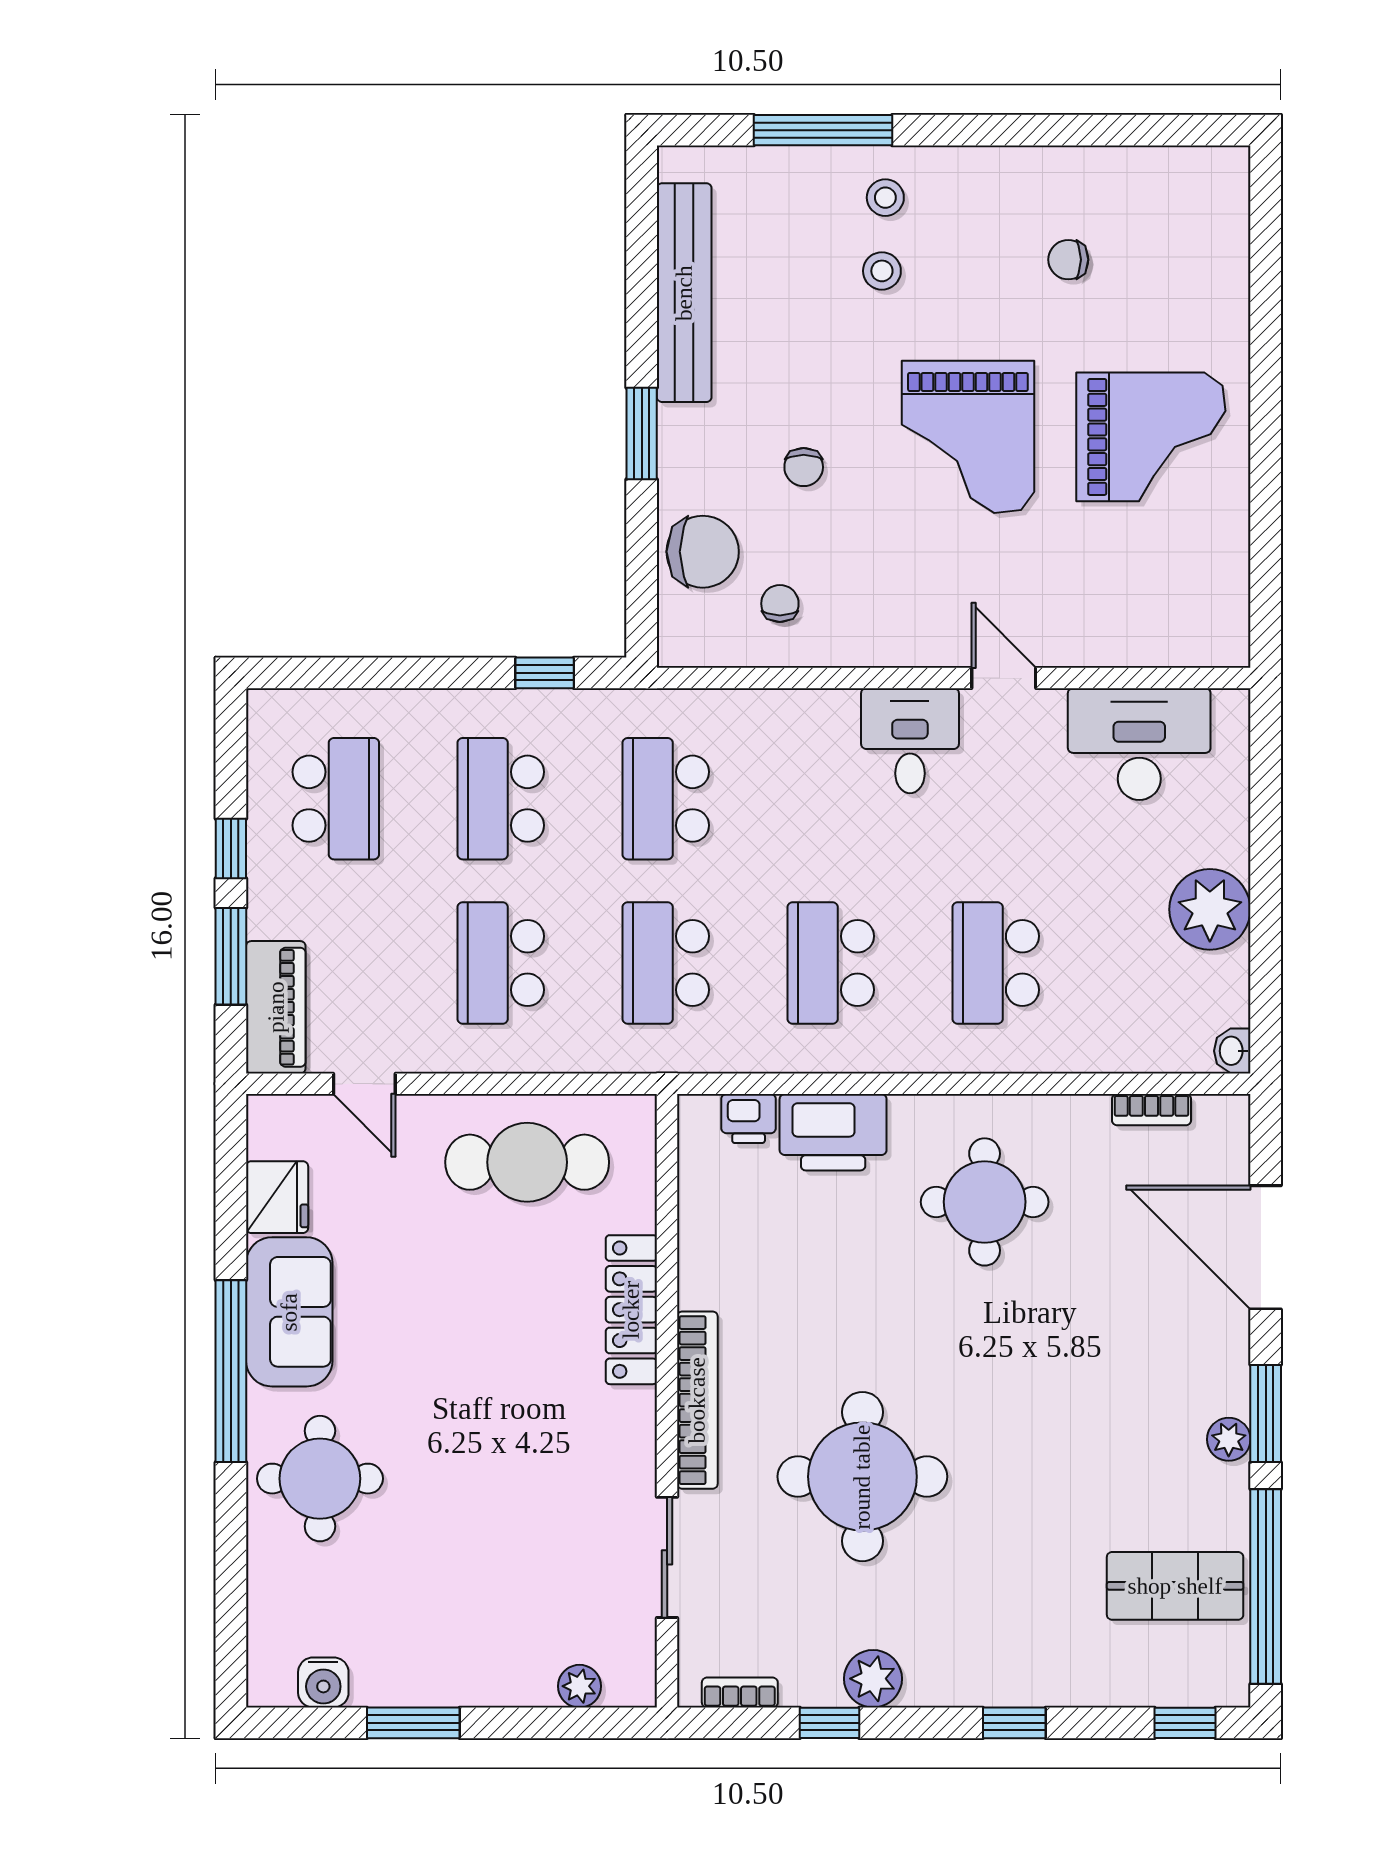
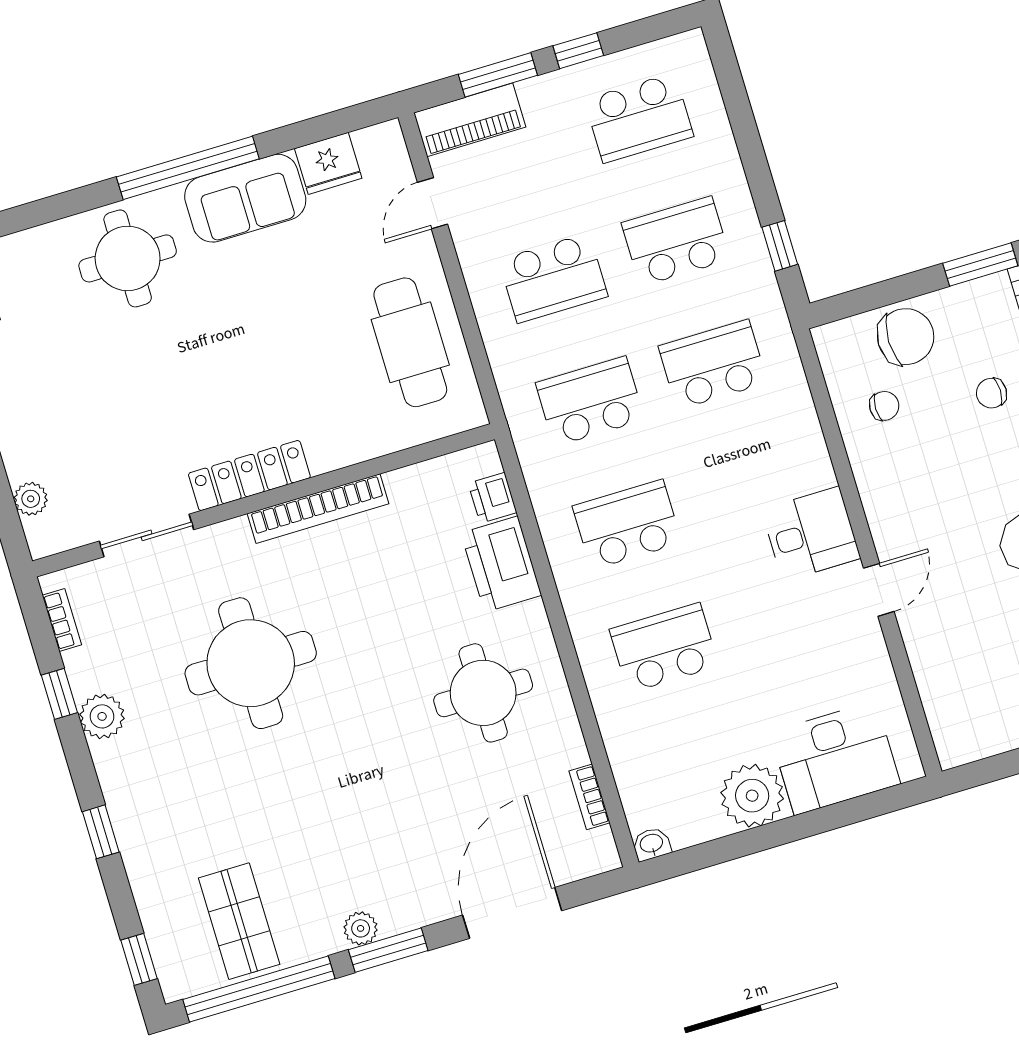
chair: (703, 552) -> (906, 337), turned -90
desk: (1139, 744) -> (835, 758), moved, turned 90
school desk: (501, 963) -> (553, 278), turned 180
locker: (631, 1310) -> (249, 475), moved
bookcase: (697, 1400) -> (318, 509), moved

